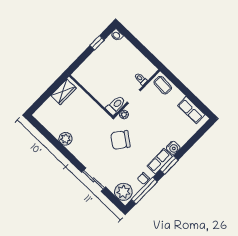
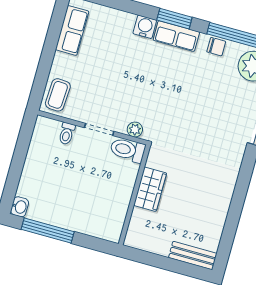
window: (97, 43) -> (48, 230), width x2.17
wardrobe: (63, 92) -> (150, 189), moved, turned 90
bench: (44, 109) -> (193, 256), added
plant: (66, 139) -> (221, 199), removed
chair: (120, 140) -> (177, 114), removed

